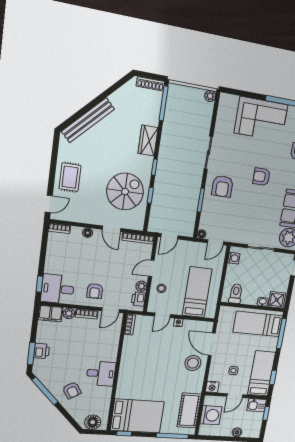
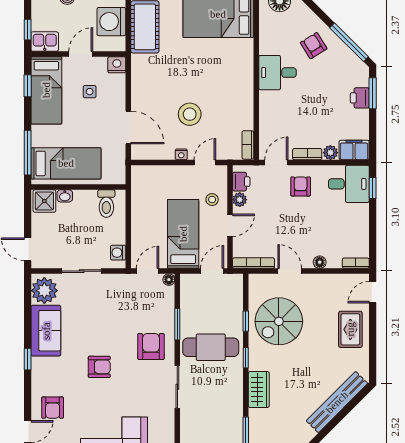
cafe table: (179, 179) -> (211, 347), added
bed: (197, 292) -> (183, 234), moved, turned 180
stool: (193, 363) -> (190, 114), moved

